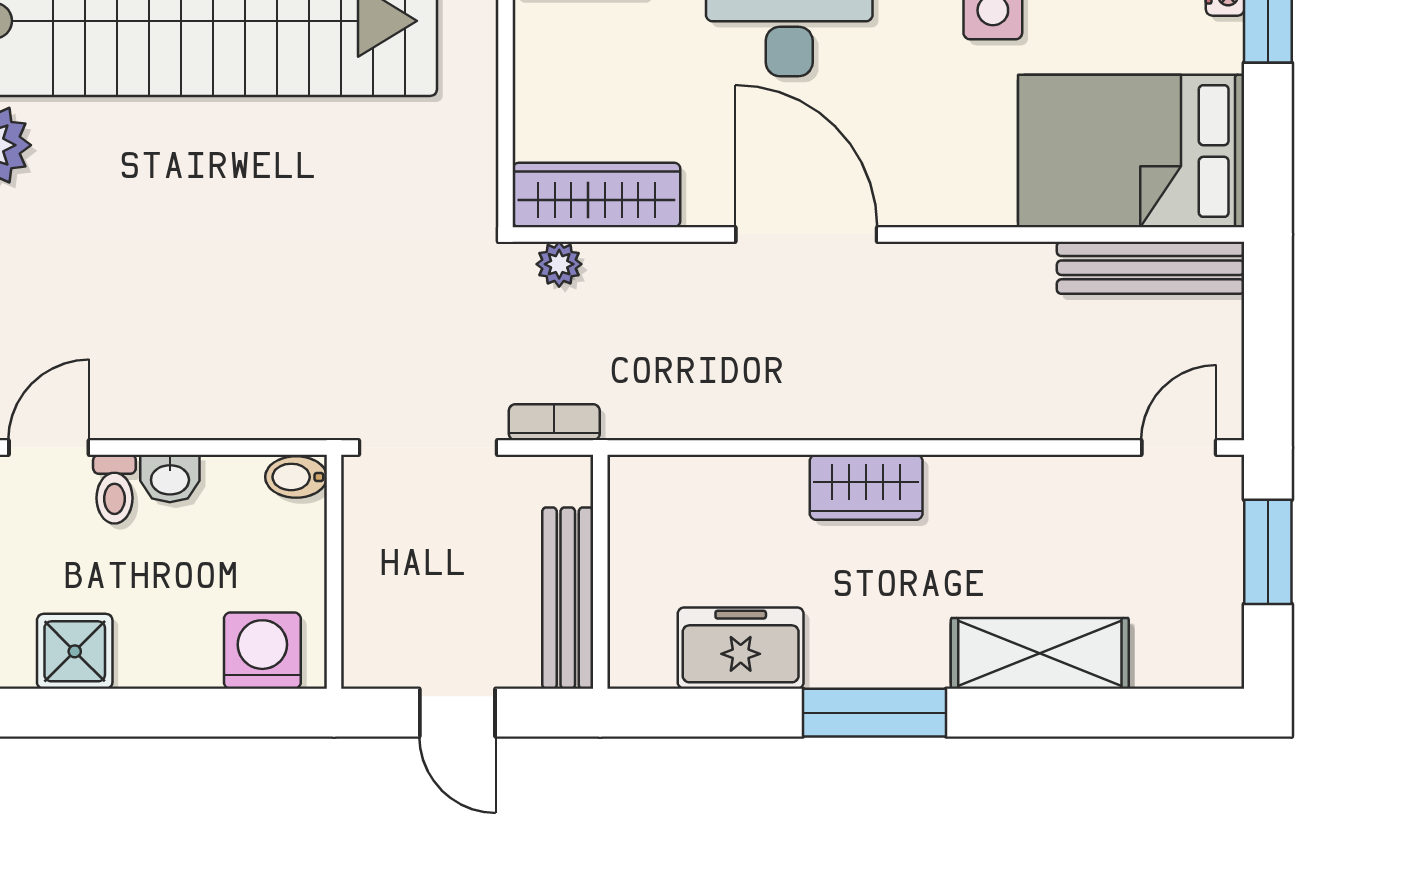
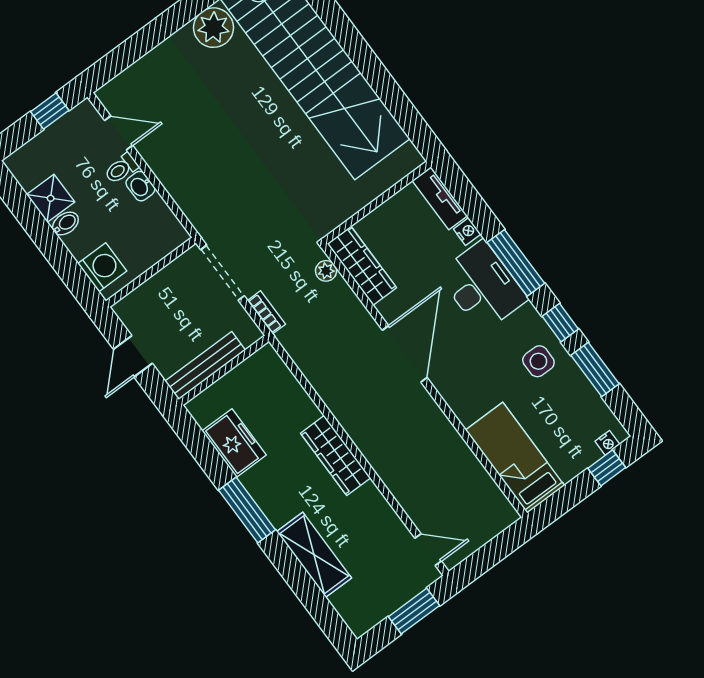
bed: (1131, 151) -> (515, 458), width x0.67
bench: (1151, 268) -> (487, 490), removed
bidet: (296, 477) -> (65, 223), moved, turned 90
wardrobe: (866, 487) -> (336, 456), width x1.50

